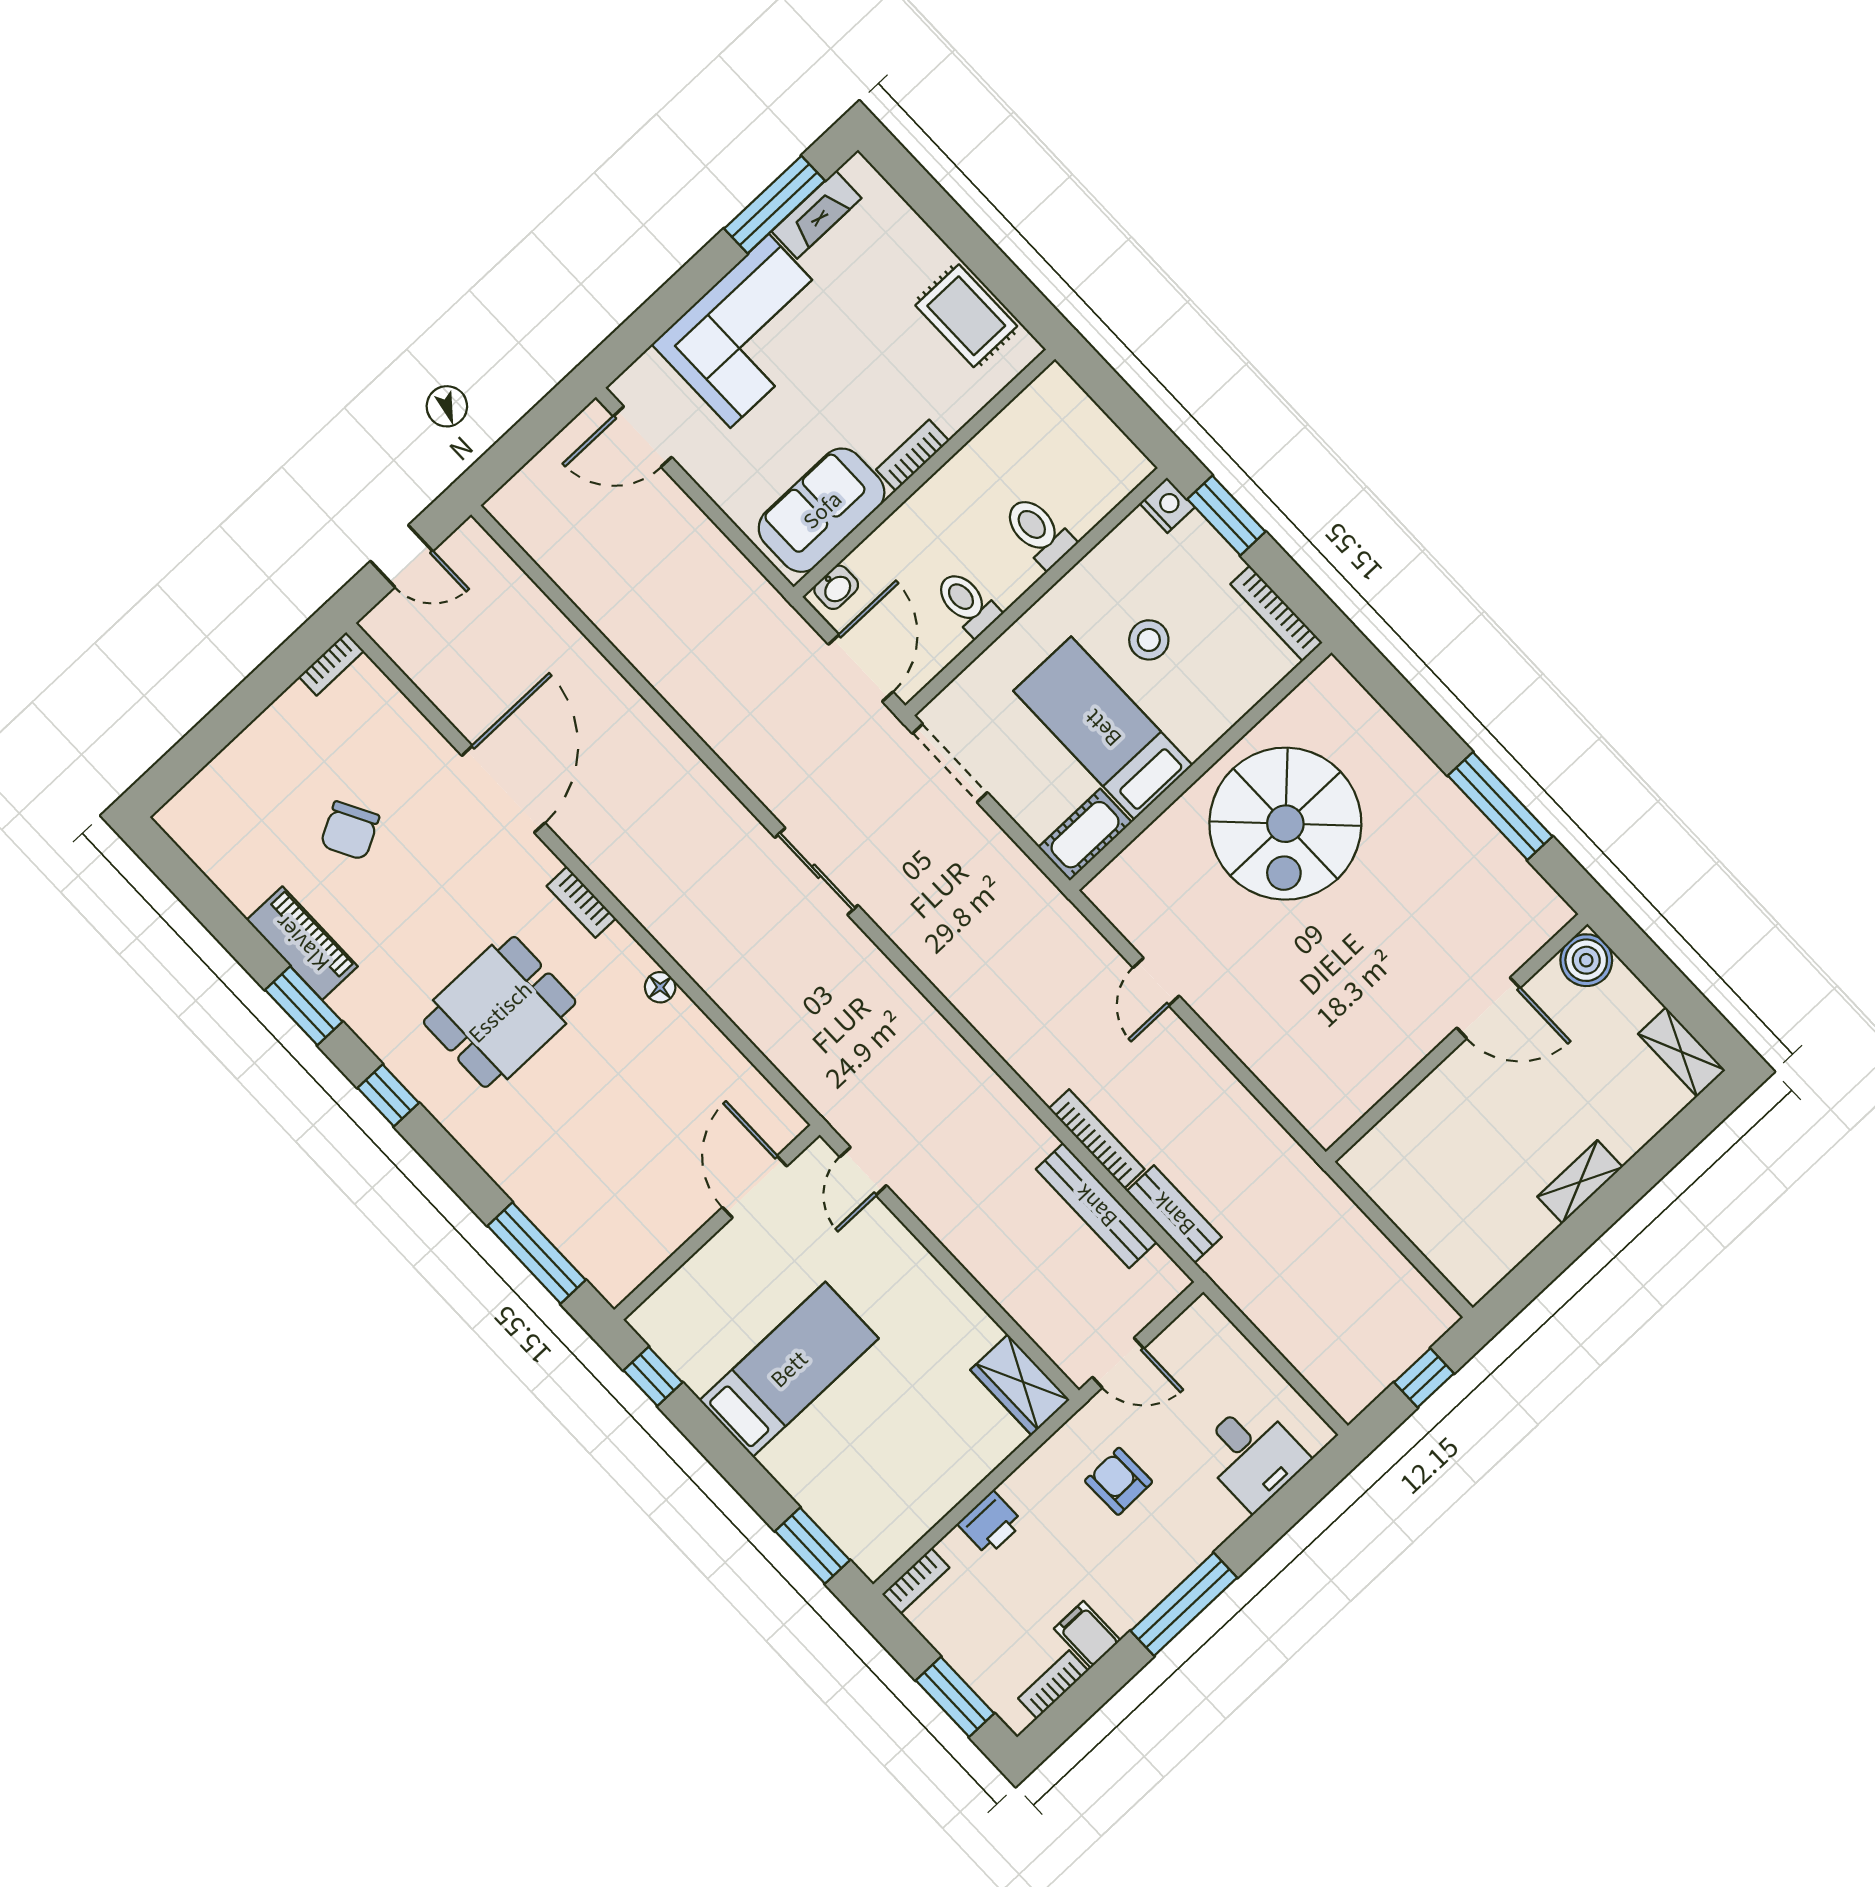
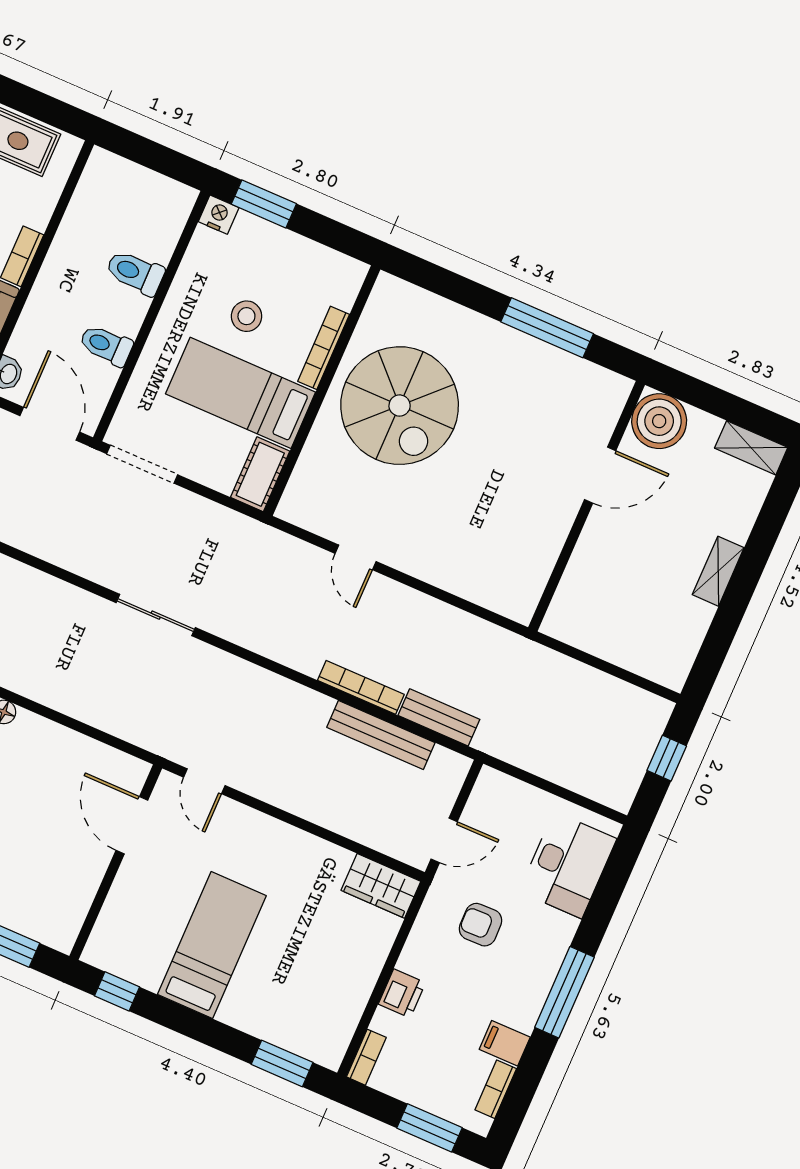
bookcase: (1276, 613) -> (324, 348), moved, turned 90
sliding door: (816, 871) -> (156, 615), moved
boiler: (1586, 960) -> (659, 421), width x1.37, depth x1.37
desk: (1253, 1455) -> (568, 865), width x1.37

